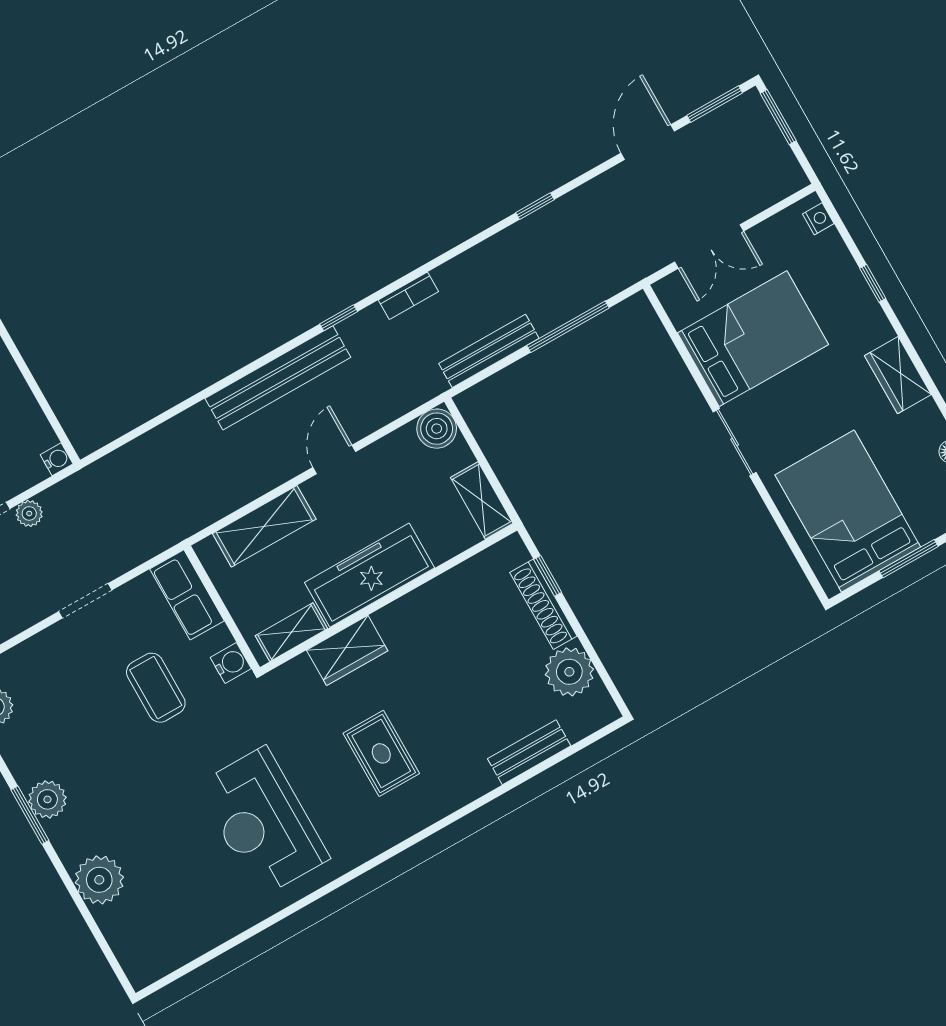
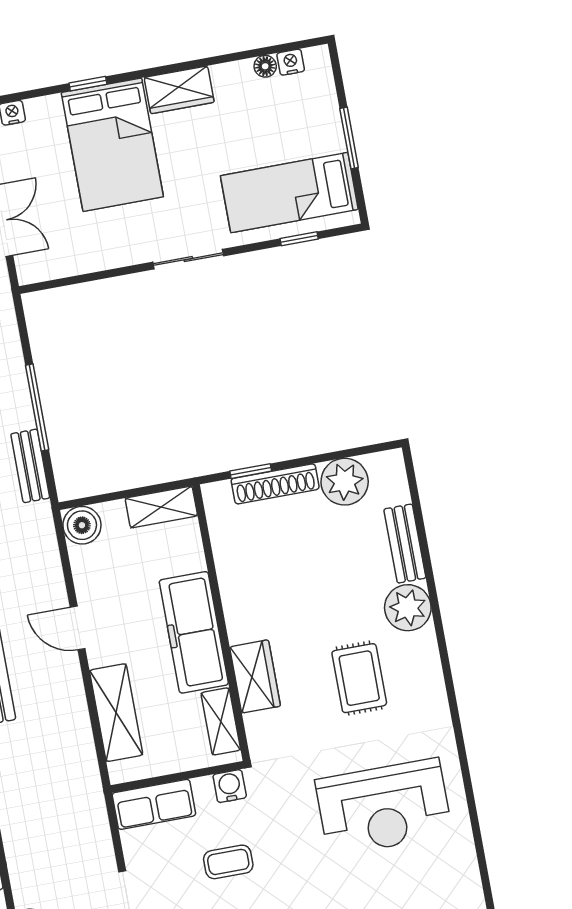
window: (568, 327) -> (37, 407), moved
bed: (753, 339) -> (112, 145), moved, turned 180
bench: (489, 351) -> (30, 466), width x0.73
bed: (848, 511) -> (289, 193), width x0.67
window: (793, 544) -> (299, 239), added
coffee table: (156, 688) -> (228, 862), width x0.73, depth x0.77
rug: (381, 753) -> (359, 678), turned 90
plant: (467, 777) -> (408, 608), added

